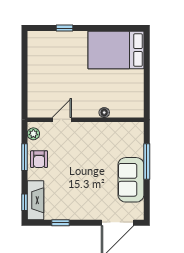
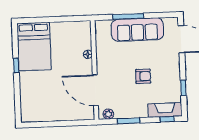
window: (65, 28) -> (16, 65), moved
door: (62, 120) -> (95, 90), width x1.88
armchair: (39, 159) -> (143, 76), moved
sofa: (131, 180) -> (137, 30), width x1.36

